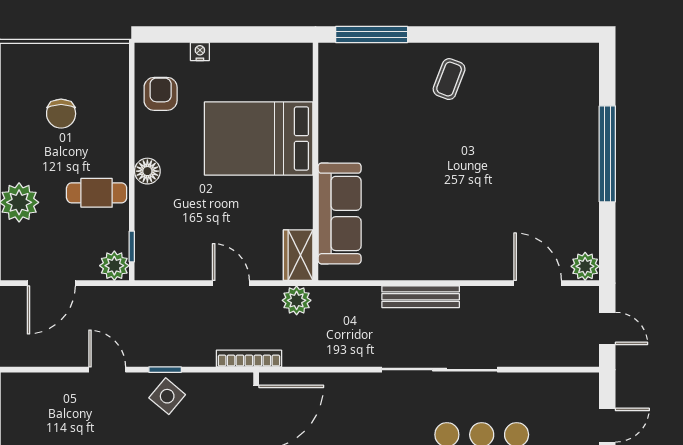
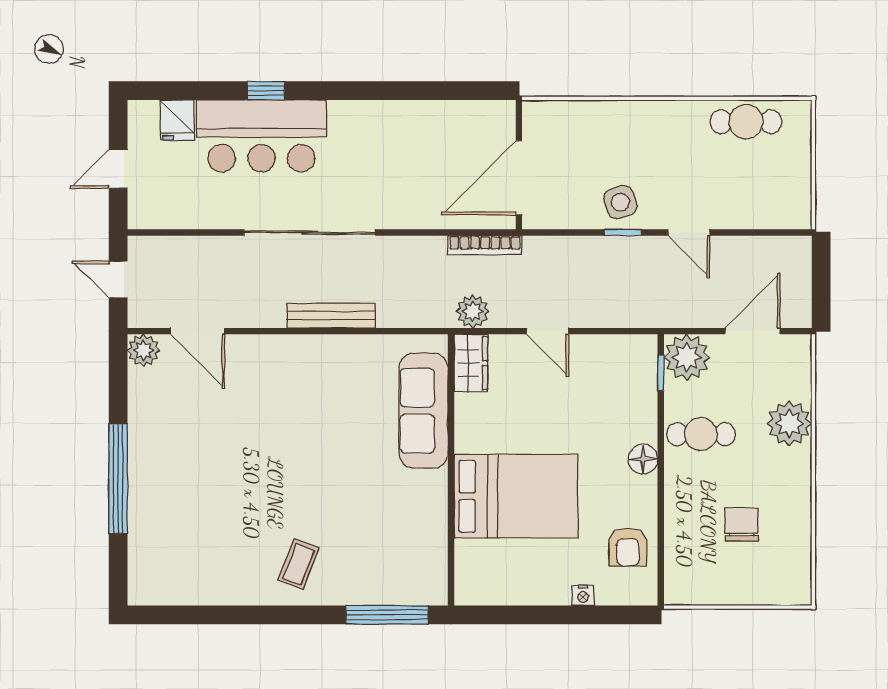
plant: (114, 266) -> (687, 357), width x1.36, depth x1.36
bookcase: (249, 359) -> (485, 245), moved
side table: (167, 396) -> (620, 202), turned 31

